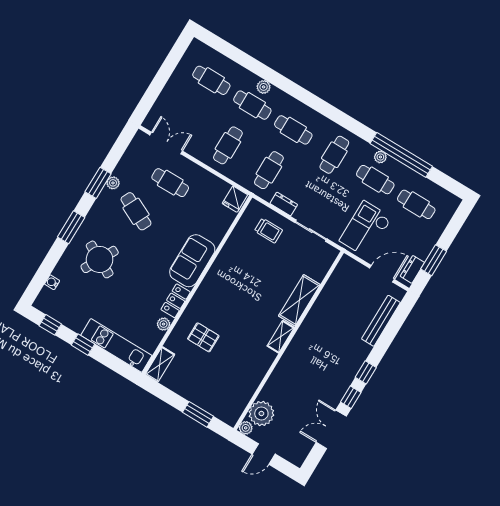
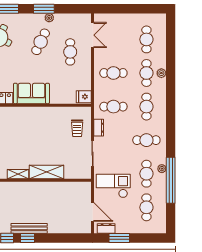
bench: (381, 321) -> (29, 228), moved

